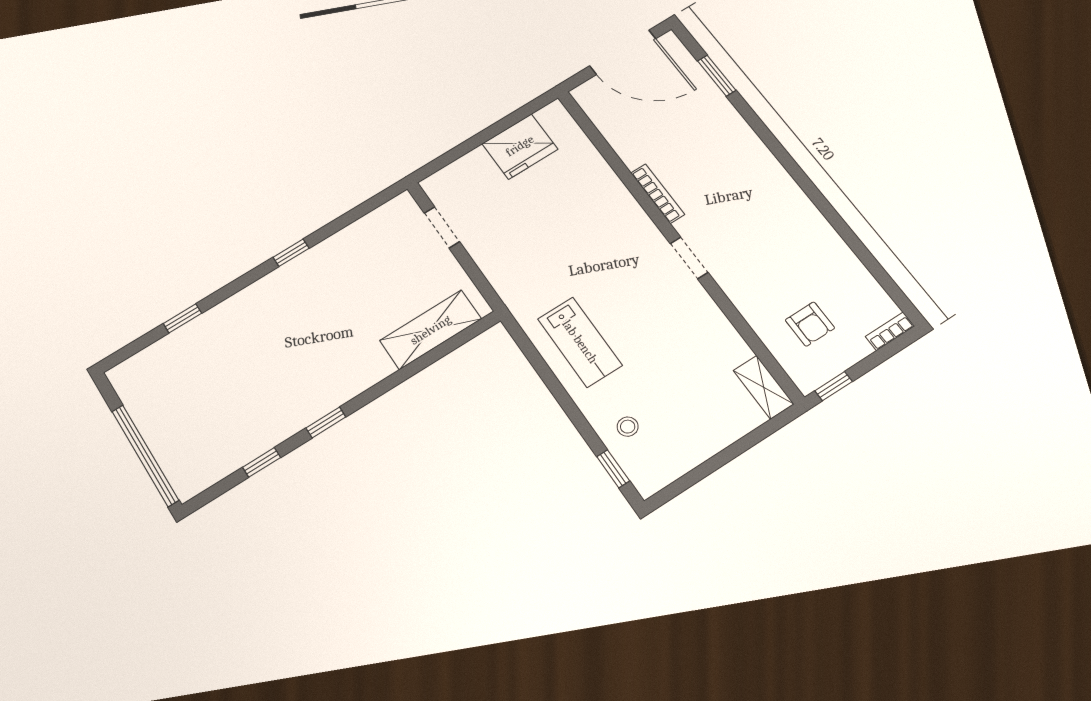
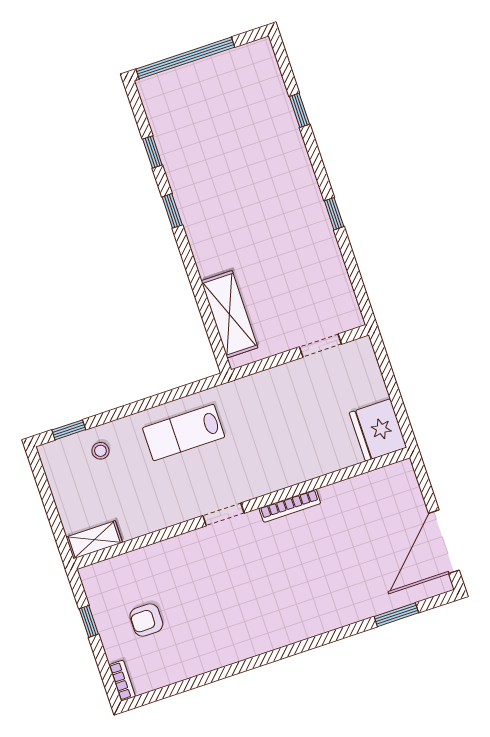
bookcase: (658, 194) -> (290, 506), moved
wall: (676, 241) -> (242, 508), moved
doorway: (689, 258) -> (223, 514), moved
shelving: (764, 387) -> (94, 540), moved

